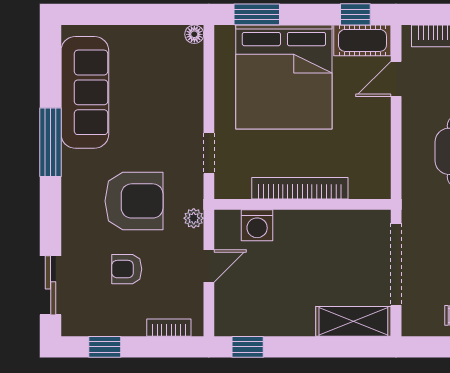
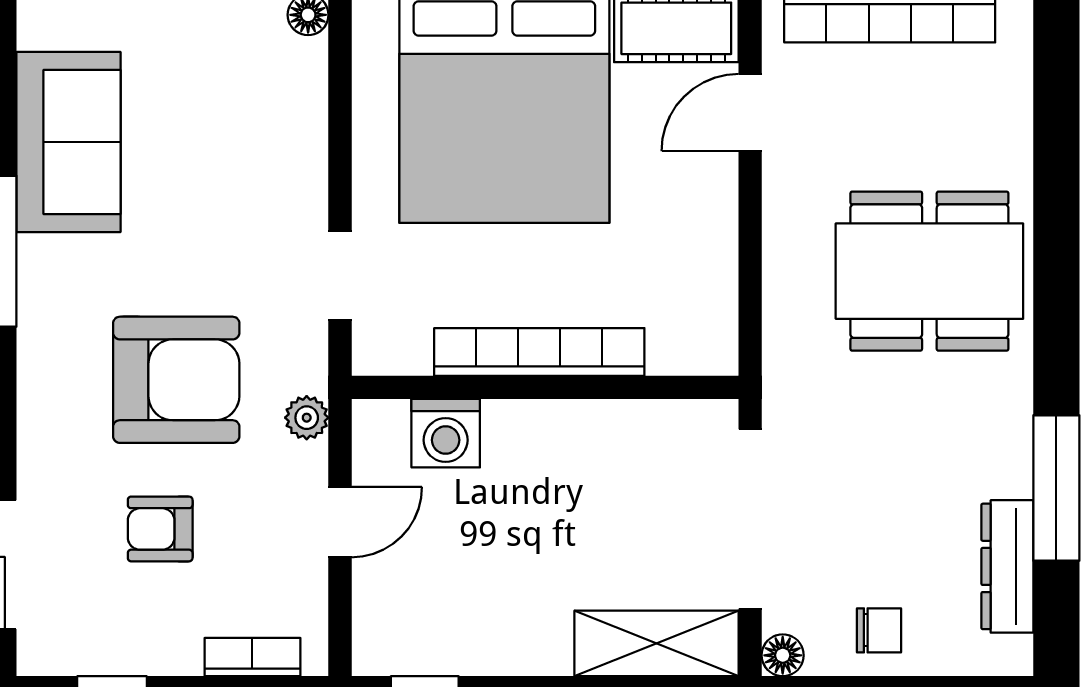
sofa: (85, 92) -> (68, 142), width x0.73
floor lamp: (411, 327) -> (783, 655), added

